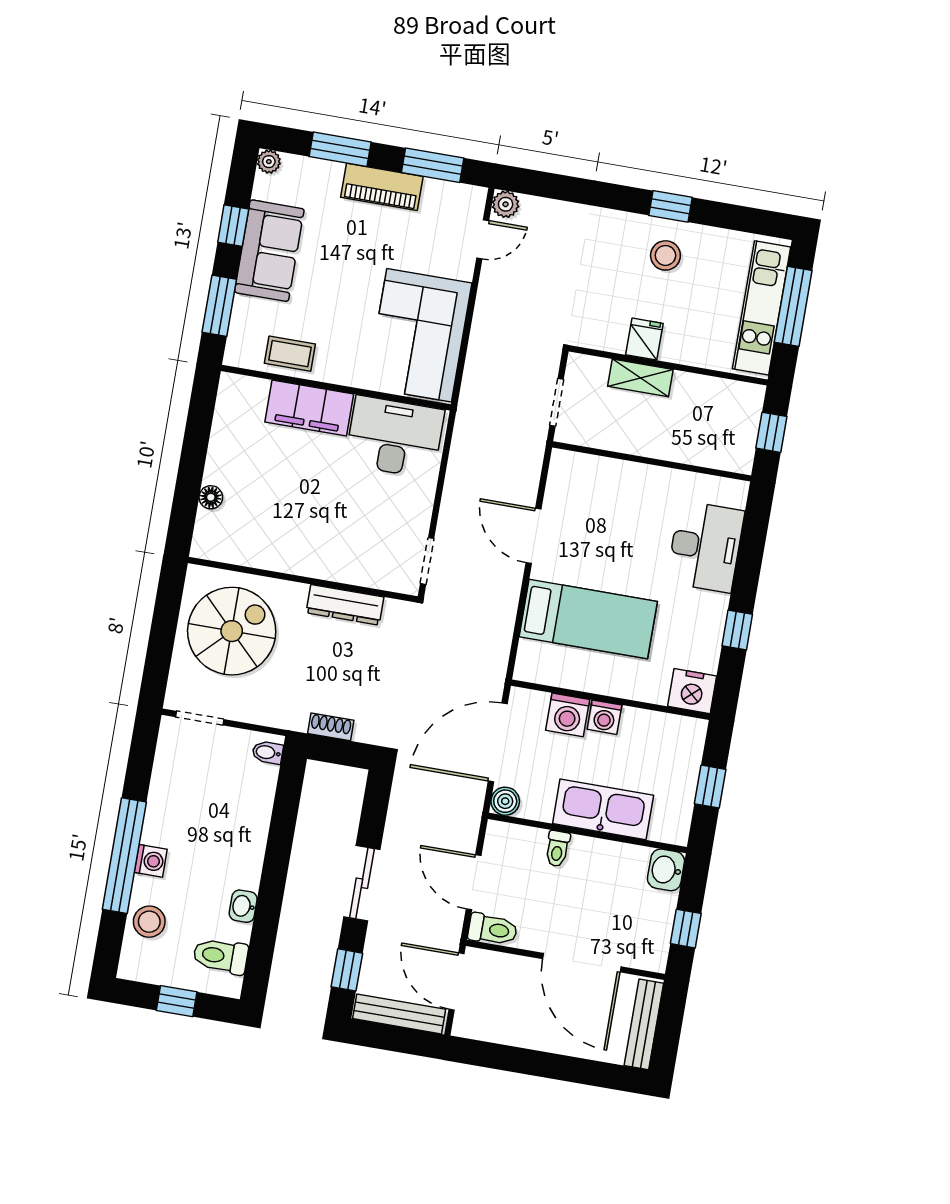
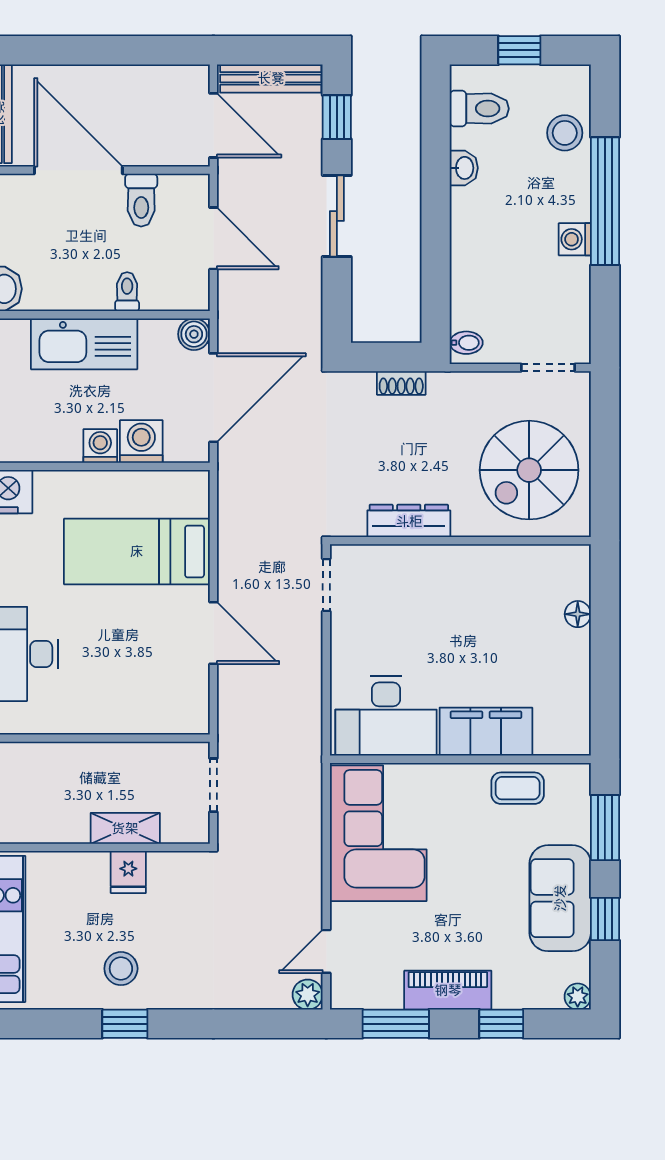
window: (340, 149) -> (501, 1024), width x0.67
washing machine: (151, 861) -> (575, 239), moved
toilet: (493, 929) -> (141, 200), moved, turned -90

